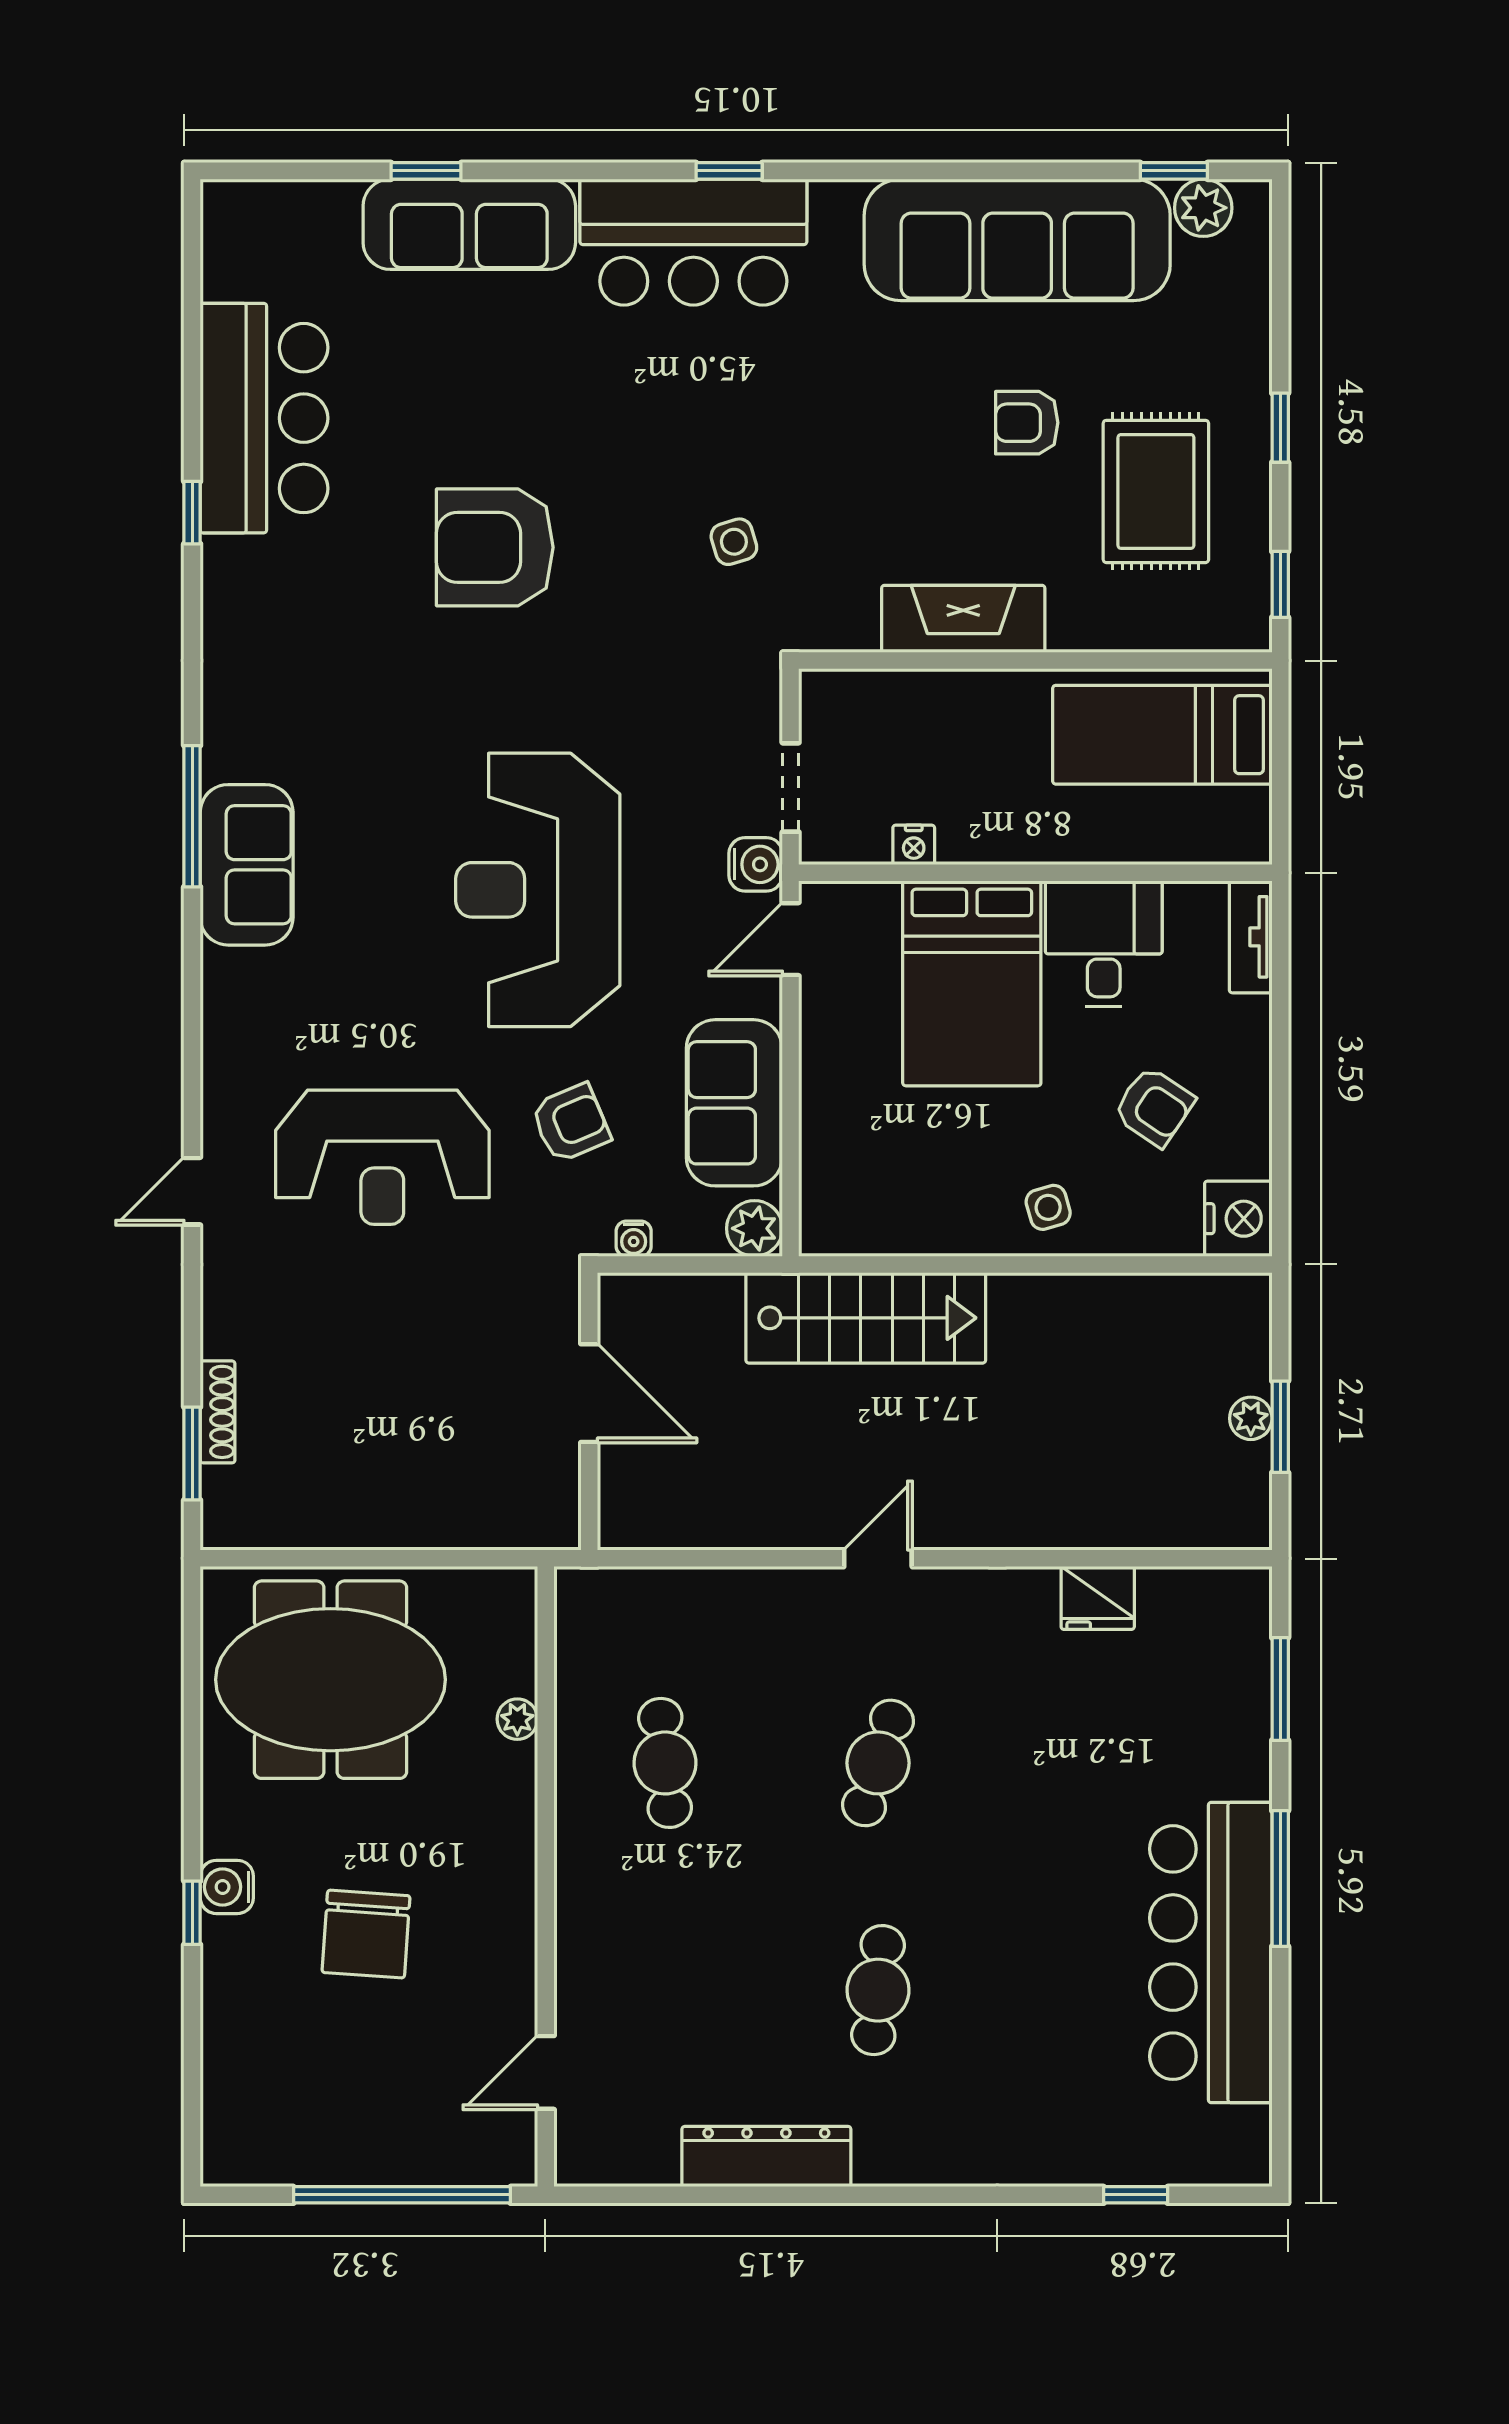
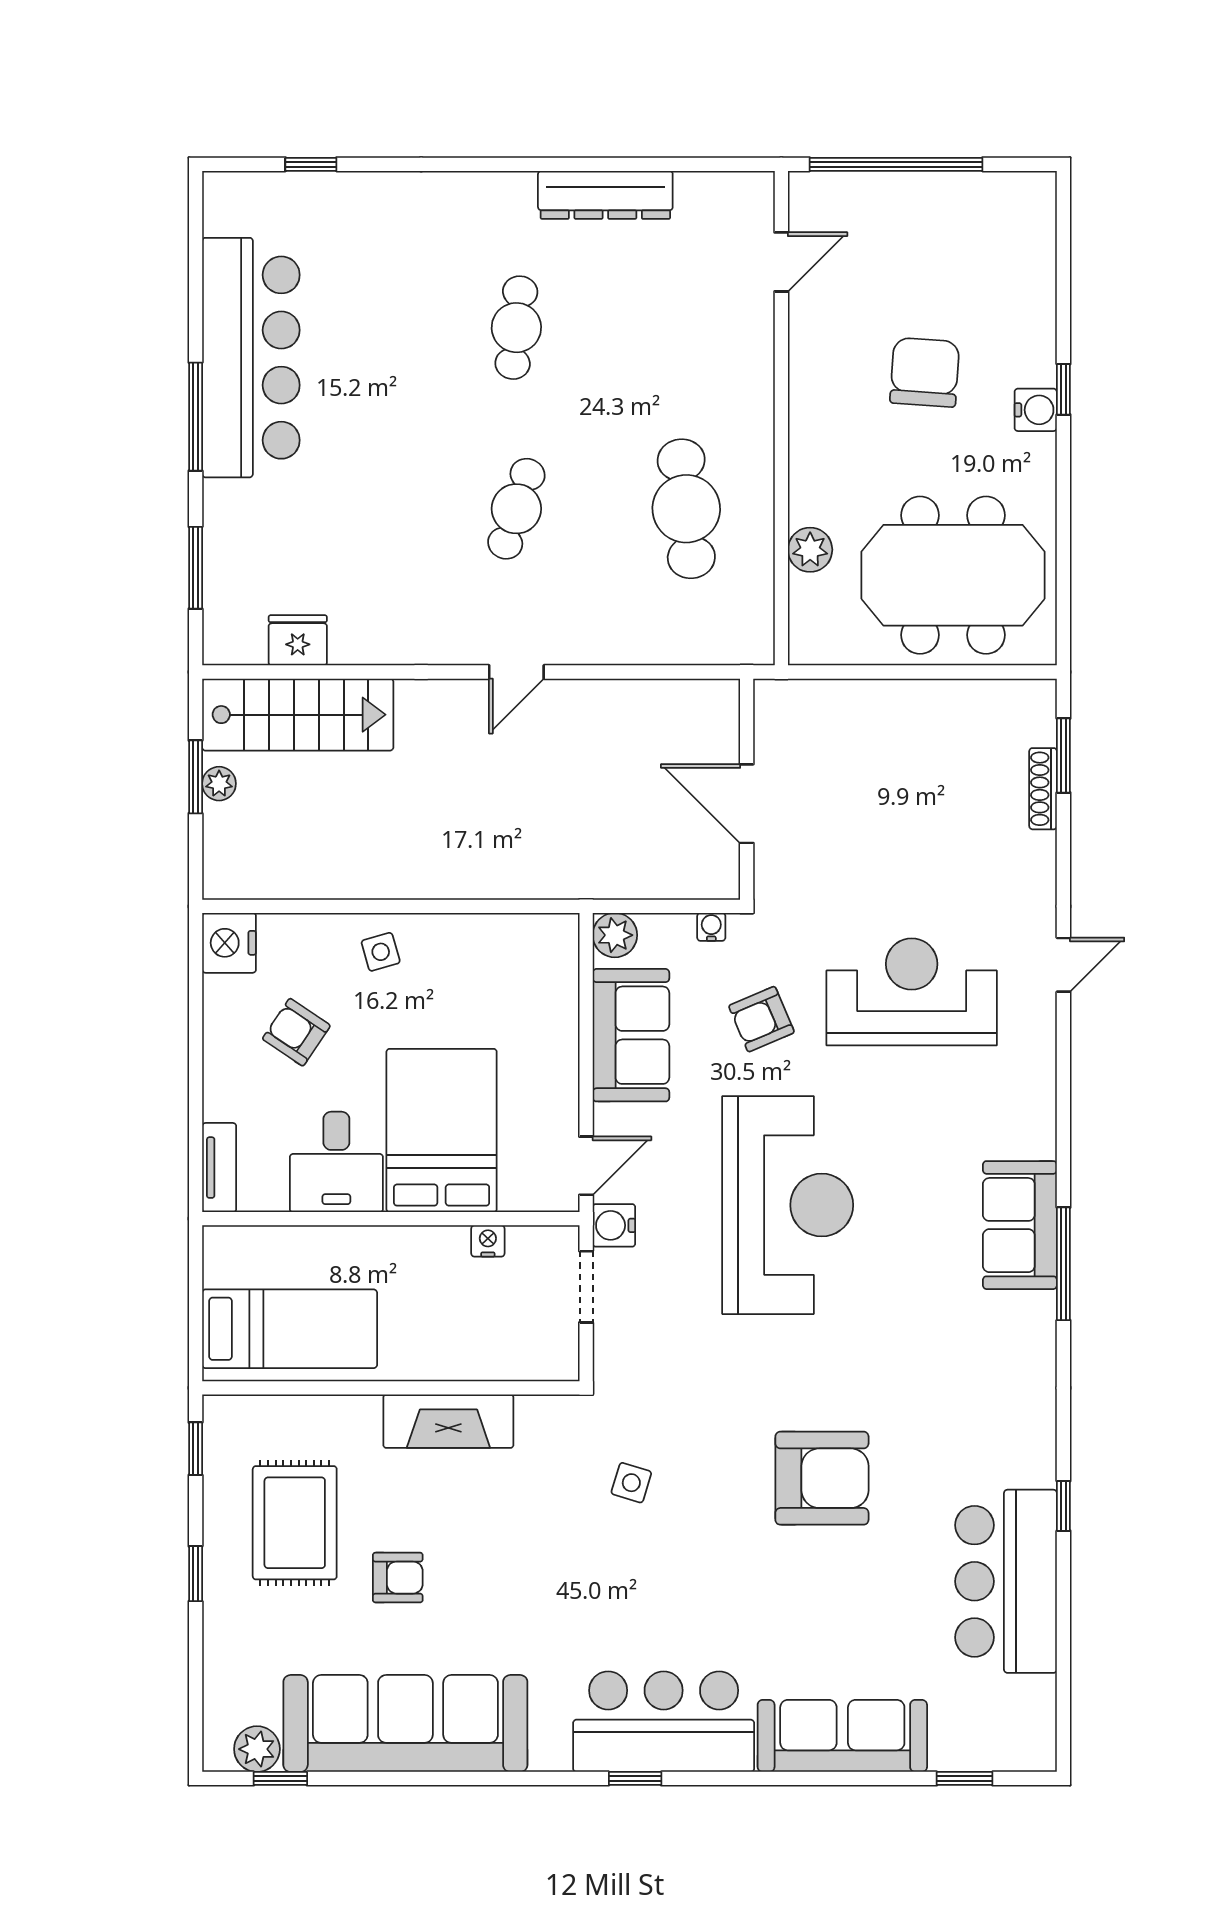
window: (426, 171) -> (965, 1778), moved
side table: (734, 542) -> (631, 1483), turned 34
stairs: (866, 1318) -> (298, 715), moved, turned 180
fridge: (1098, 1598) -> (298, 640), moved
plant: (517, 1719) -> (810, 550), width x1.38, depth x1.38
cafe table: (665, 1763) -> (686, 509), width x1.37, depth x1.35

